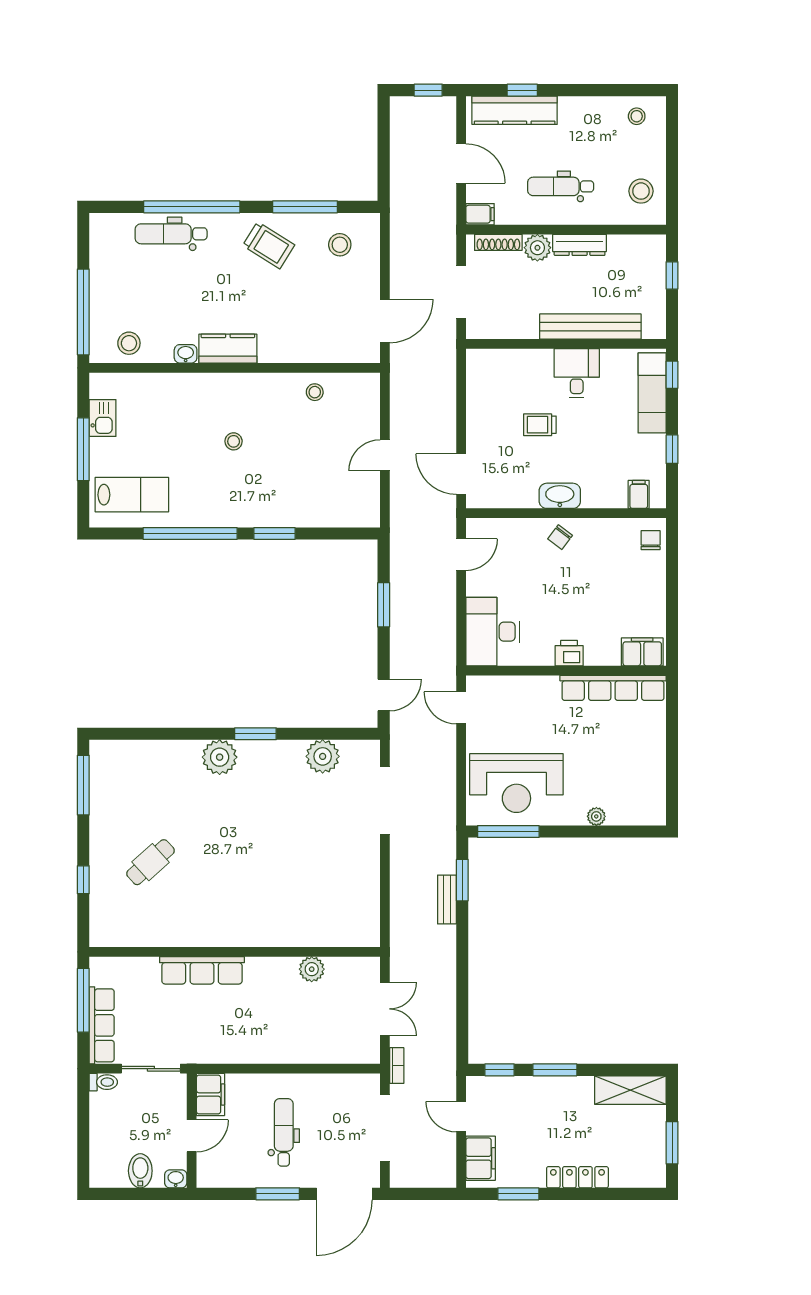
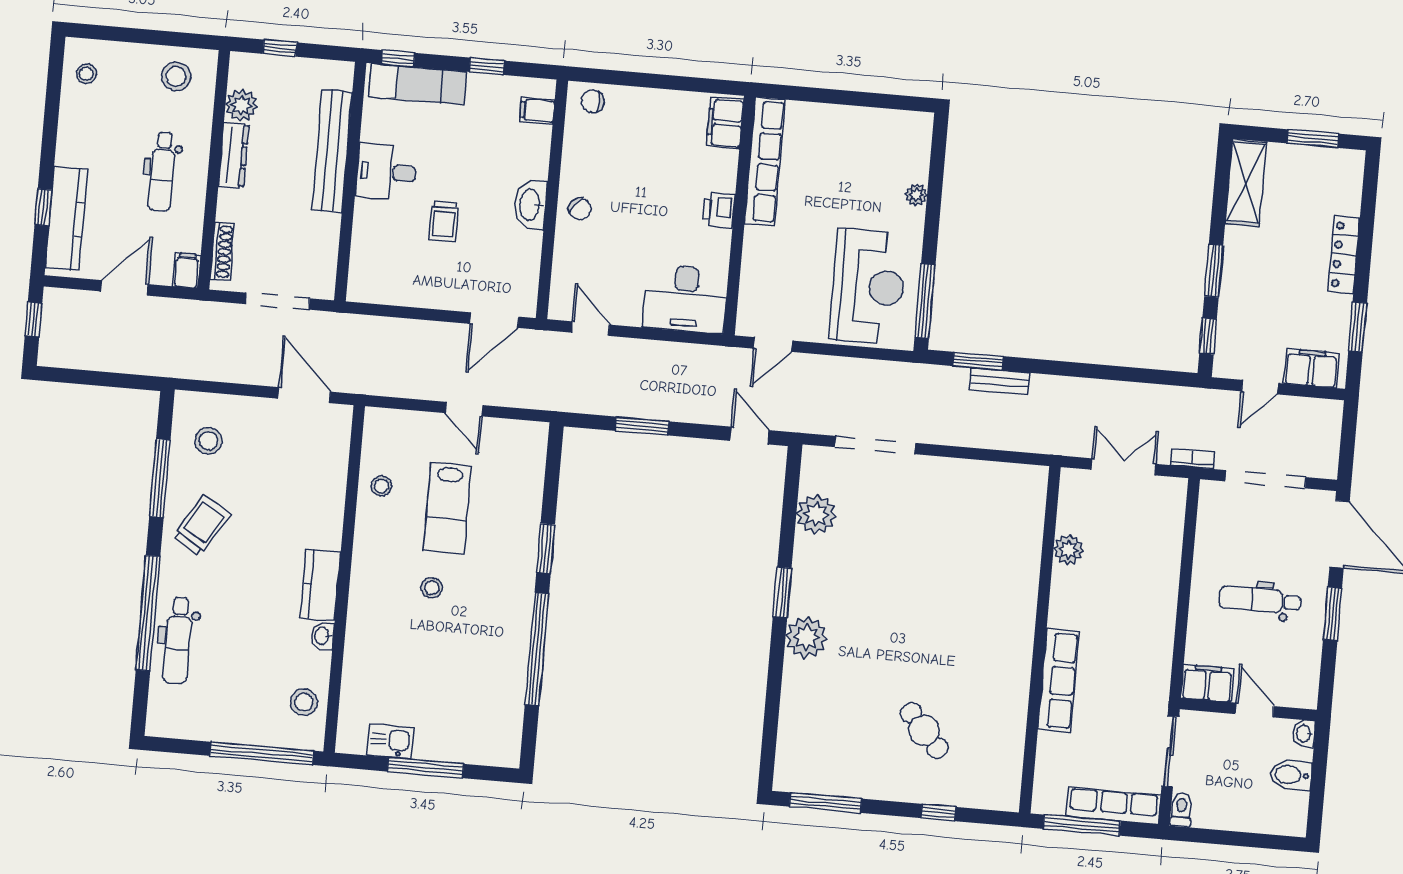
plant: (537, 248) -> (241, 105), moved
lab bench: (132, 495) -> (447, 508), moved, turned 180

